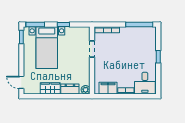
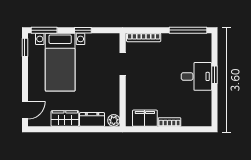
door: (21, 82) -> (25, 110), swing flipped
desk: (145, 83) -> (196, 76), moved, turned -90

